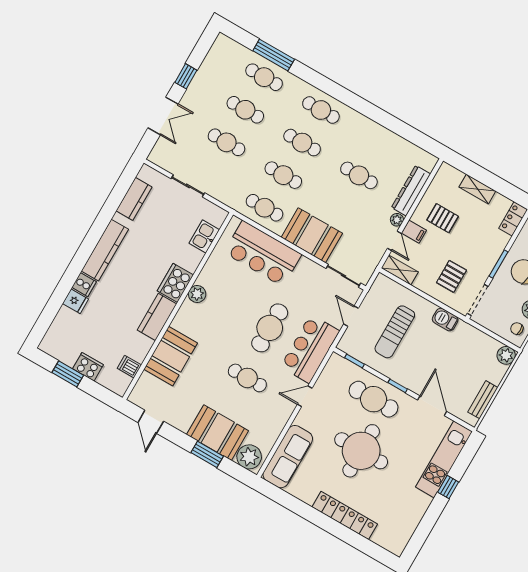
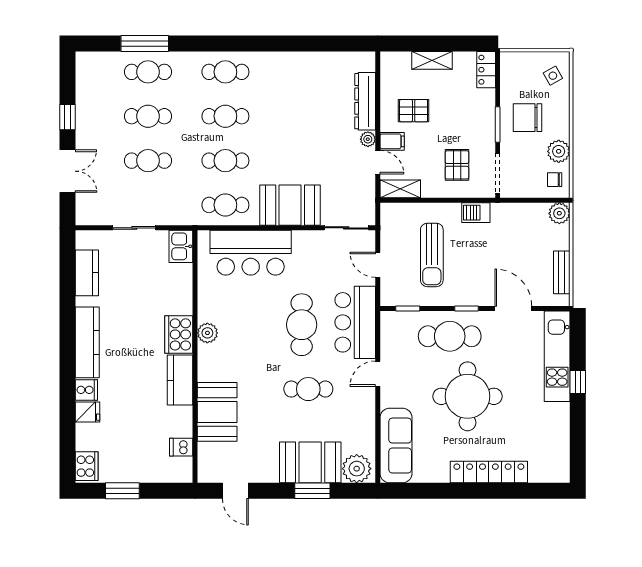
cafe table: (359, 175) -> (303, 116), removed
kitchen sink: (204, 236) -> (181, 246), moved
cooker: (88, 367) -> (87, 466), moved, turned 90

